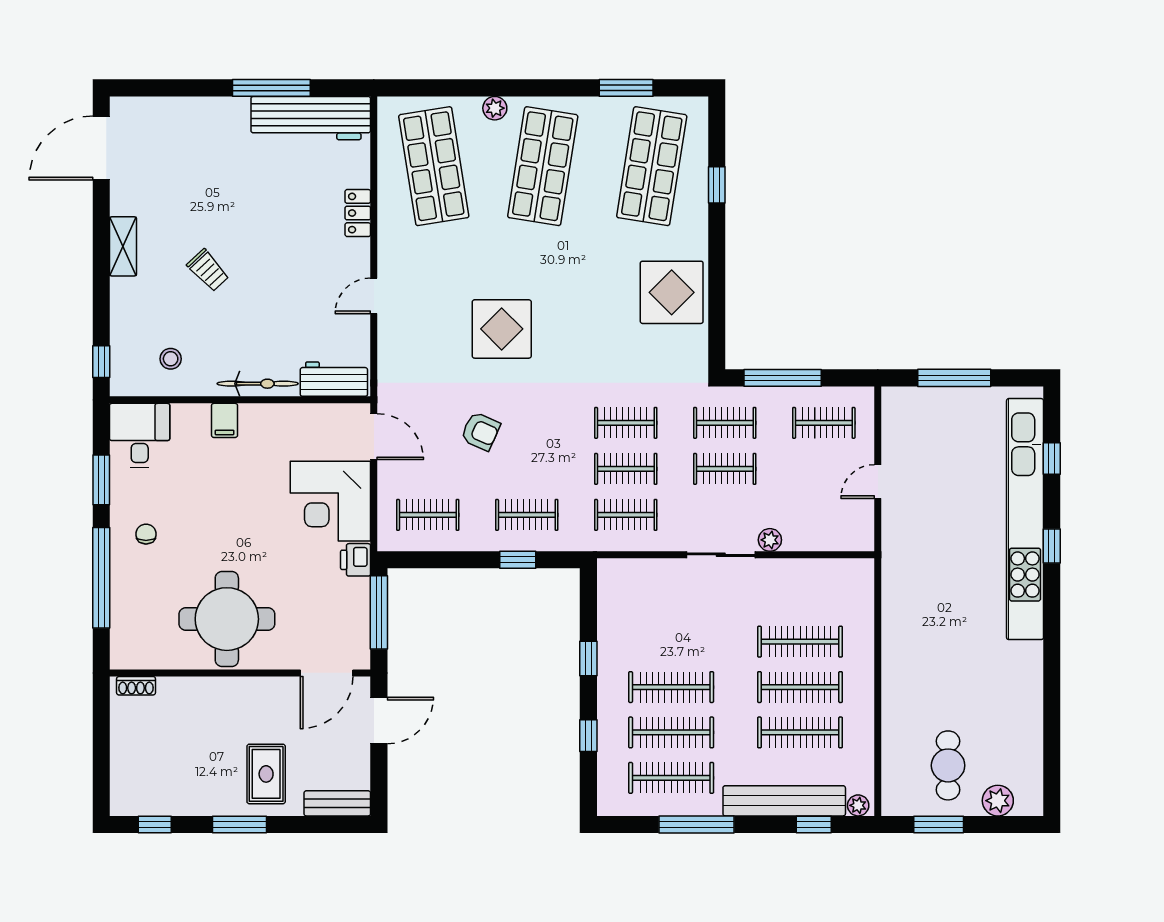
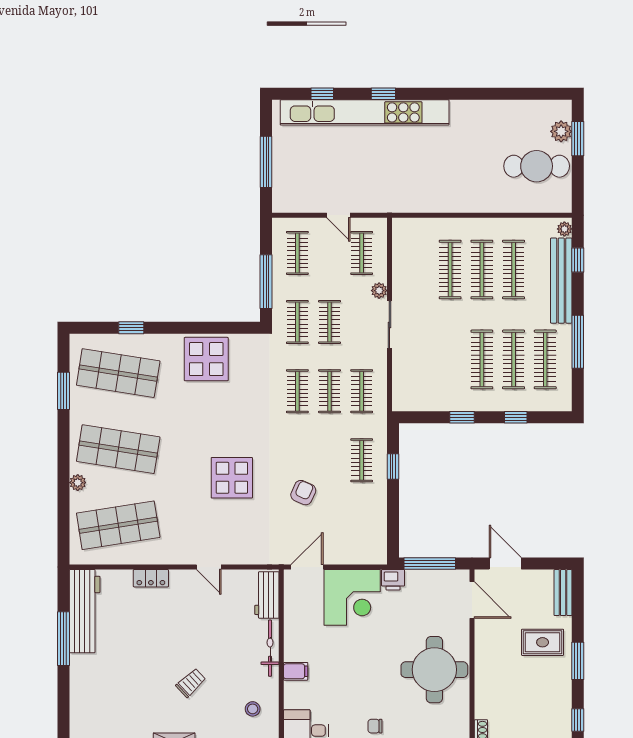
clothes rail: (428, 515) -> (362, 253), moved
cafe table: (948, 765) -> (537, 166), width x1.37, depth x1.35
window: (939, 824) -> (578, 139), moved

